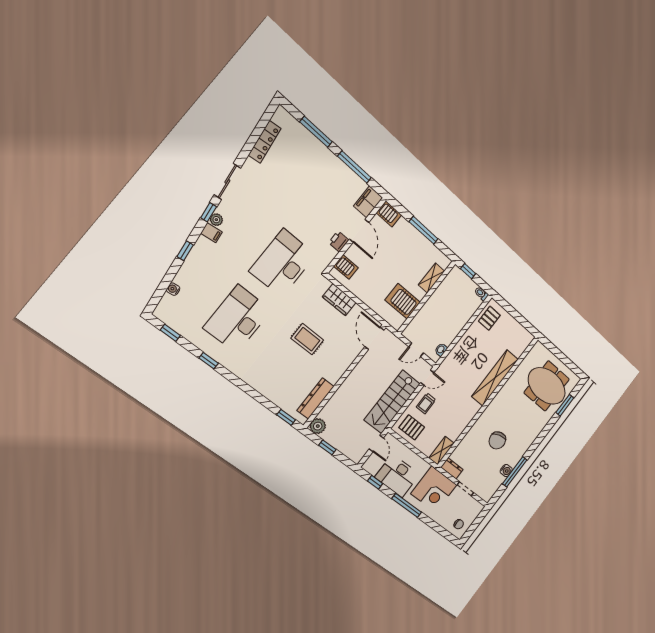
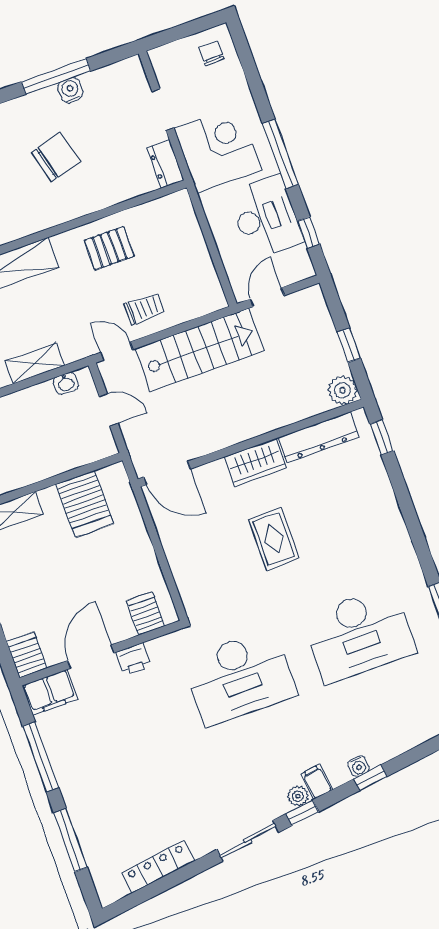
water cooler: (173, 289) -> (358, 766), moved
wardrobe: (339, 300) -> (255, 462), moved, turned 90
door: (374, 338) -> (167, 473), hinge flipped
pallet: (412, 427) -> (109, 248), moved, turned 90
shelving: (442, 451) -> (35, 363), moved

